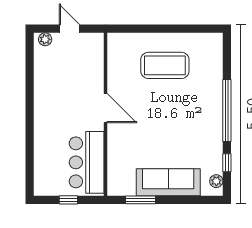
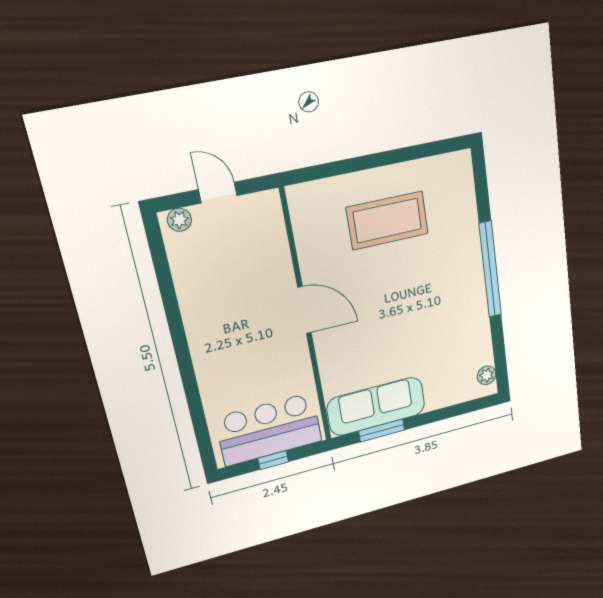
bar counter: (87, 162) -> (269, 429), moved, turned 90
window: (227, 163) -> (499, 346), removed
sofa: (168, 182) -> (376, 406), moved

